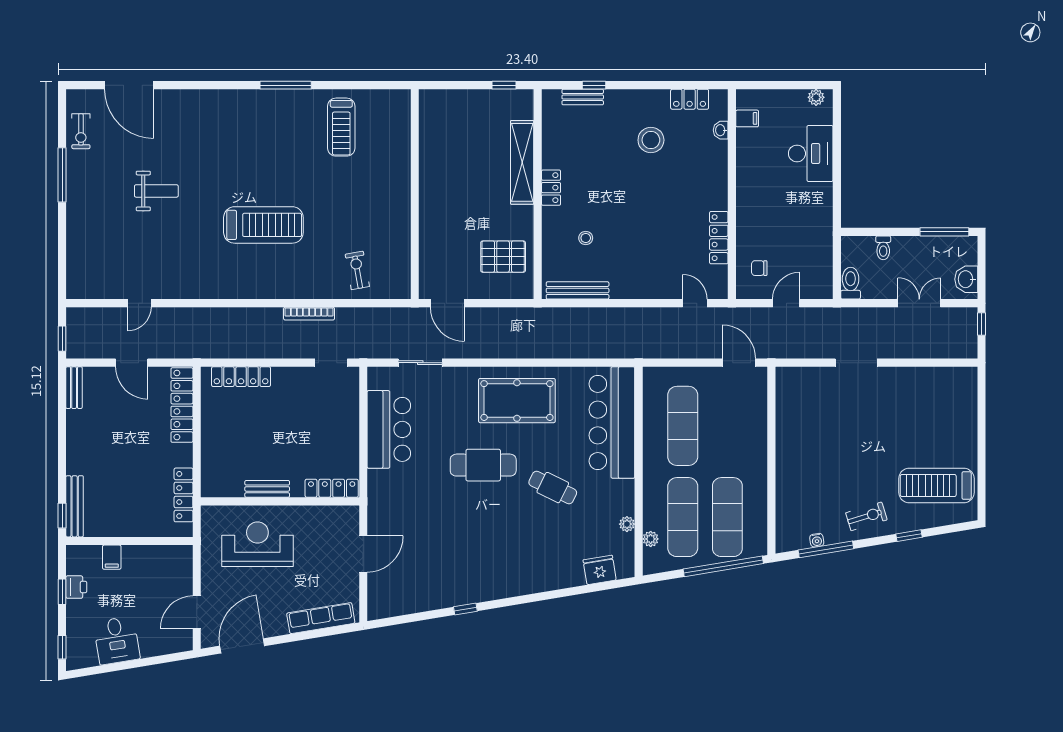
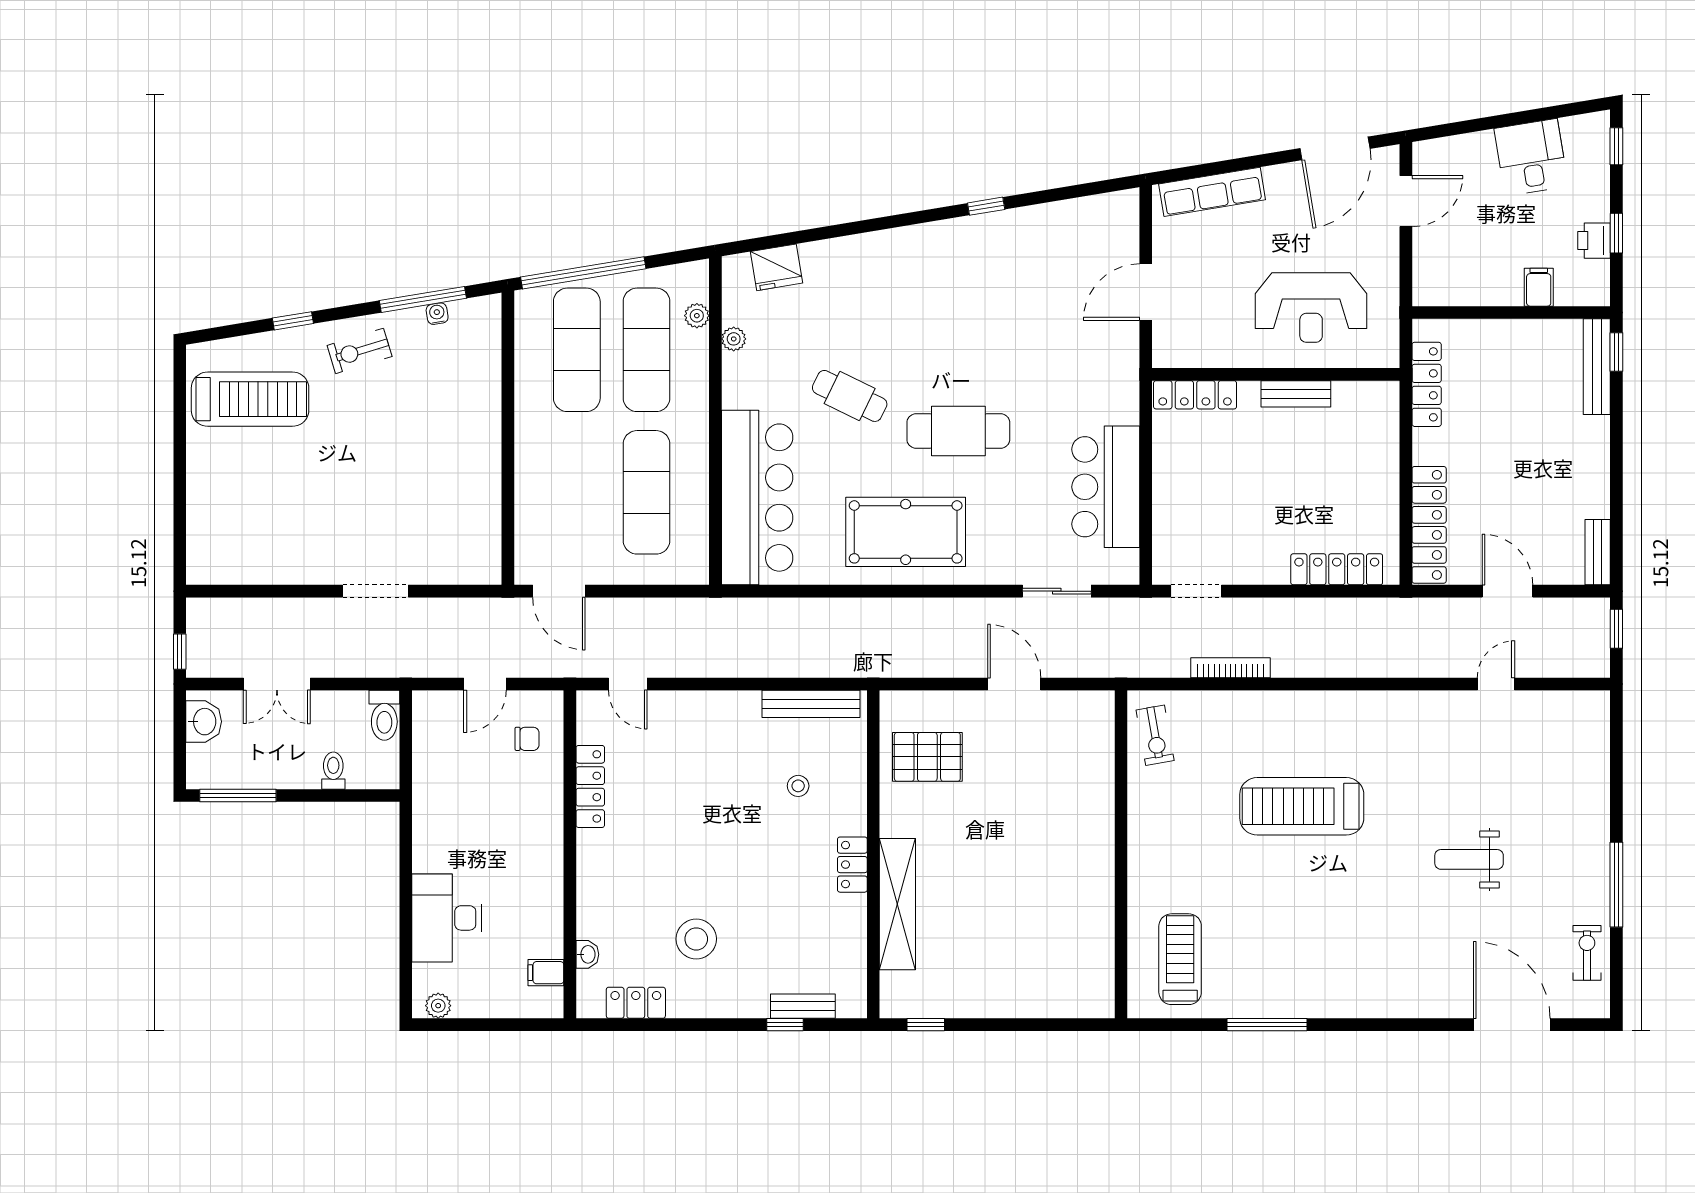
wall: (415, 194) -> (1121, 854), moved

